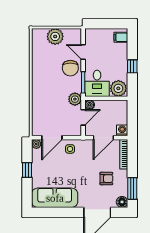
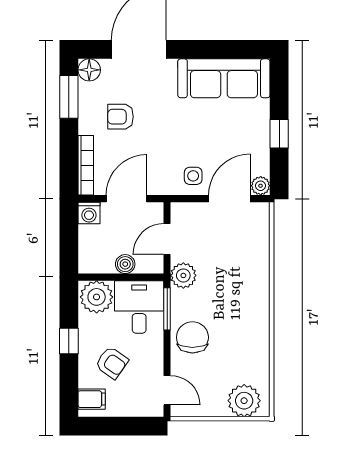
plant: (55, 36) -> (244, 401), moved
door: (83, 52) -> (167, 390), moved
armchair: (111, 55) -> (112, 363), added
boiler: (90, 105) -> (125, 264), moved

